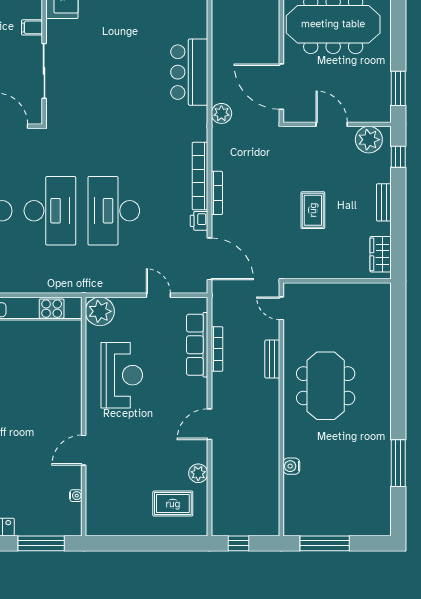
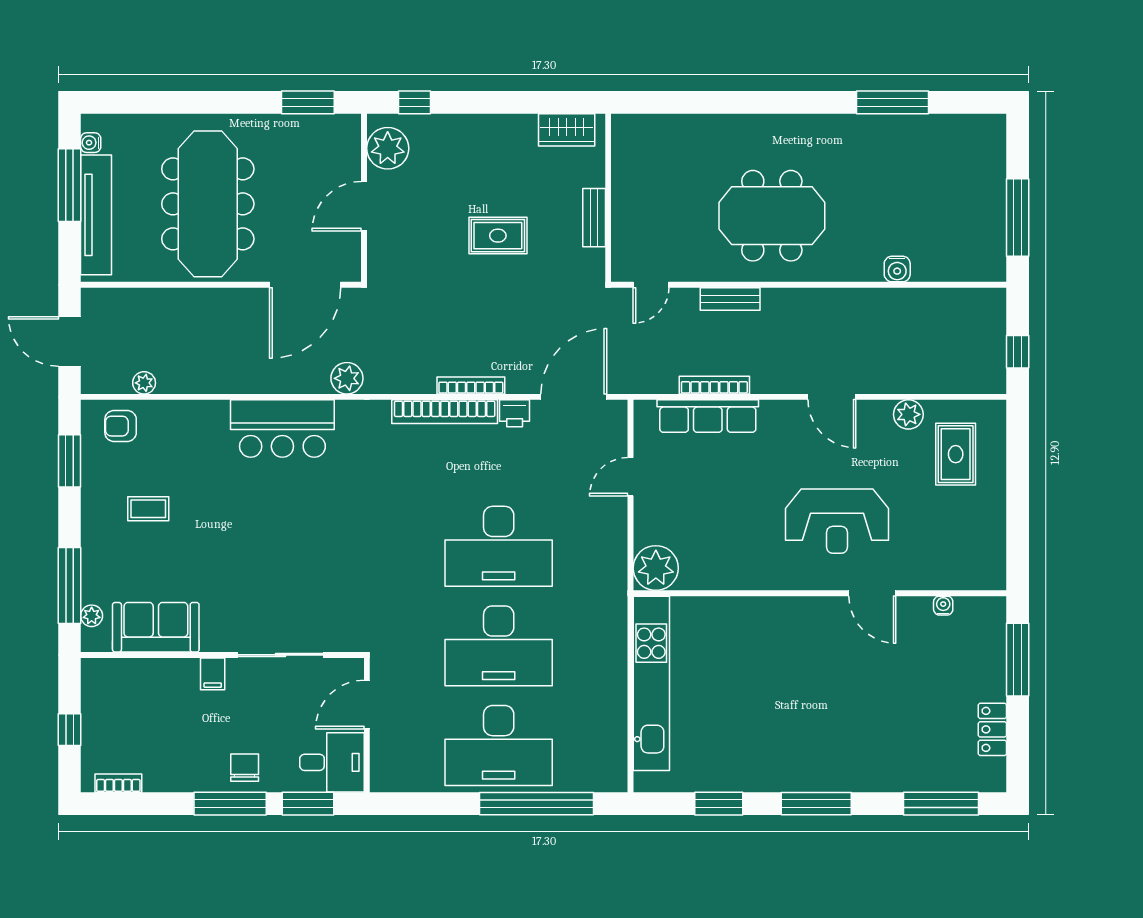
bench: (384, 202) -> (594, 218), moved, turned 90
desk: (50, 211) -> (499, 646), turned 180
reception desk: (122, 375) -> (837, 521), moved, turned 180

